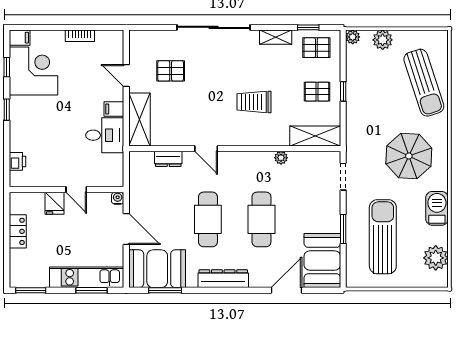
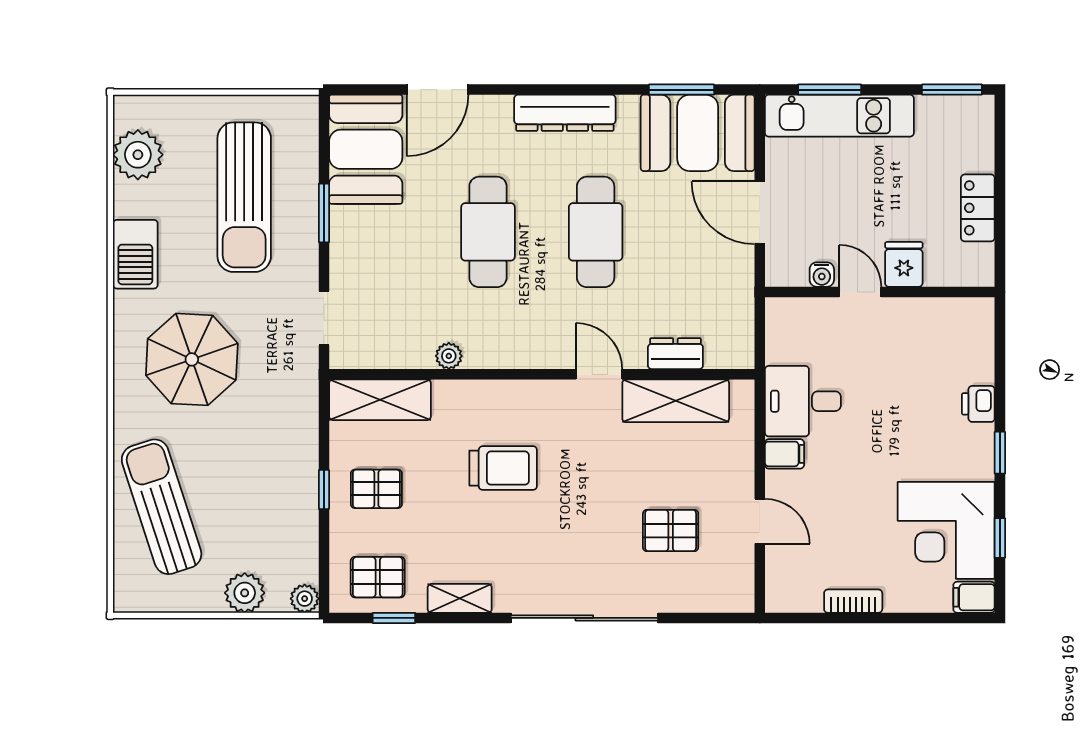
shelving: (139, 119) -> (676, 401), moved, turned 90
printer: (18, 161) -> (978, 404), moved
water cooler: (118, 198) -> (822, 275), moved

